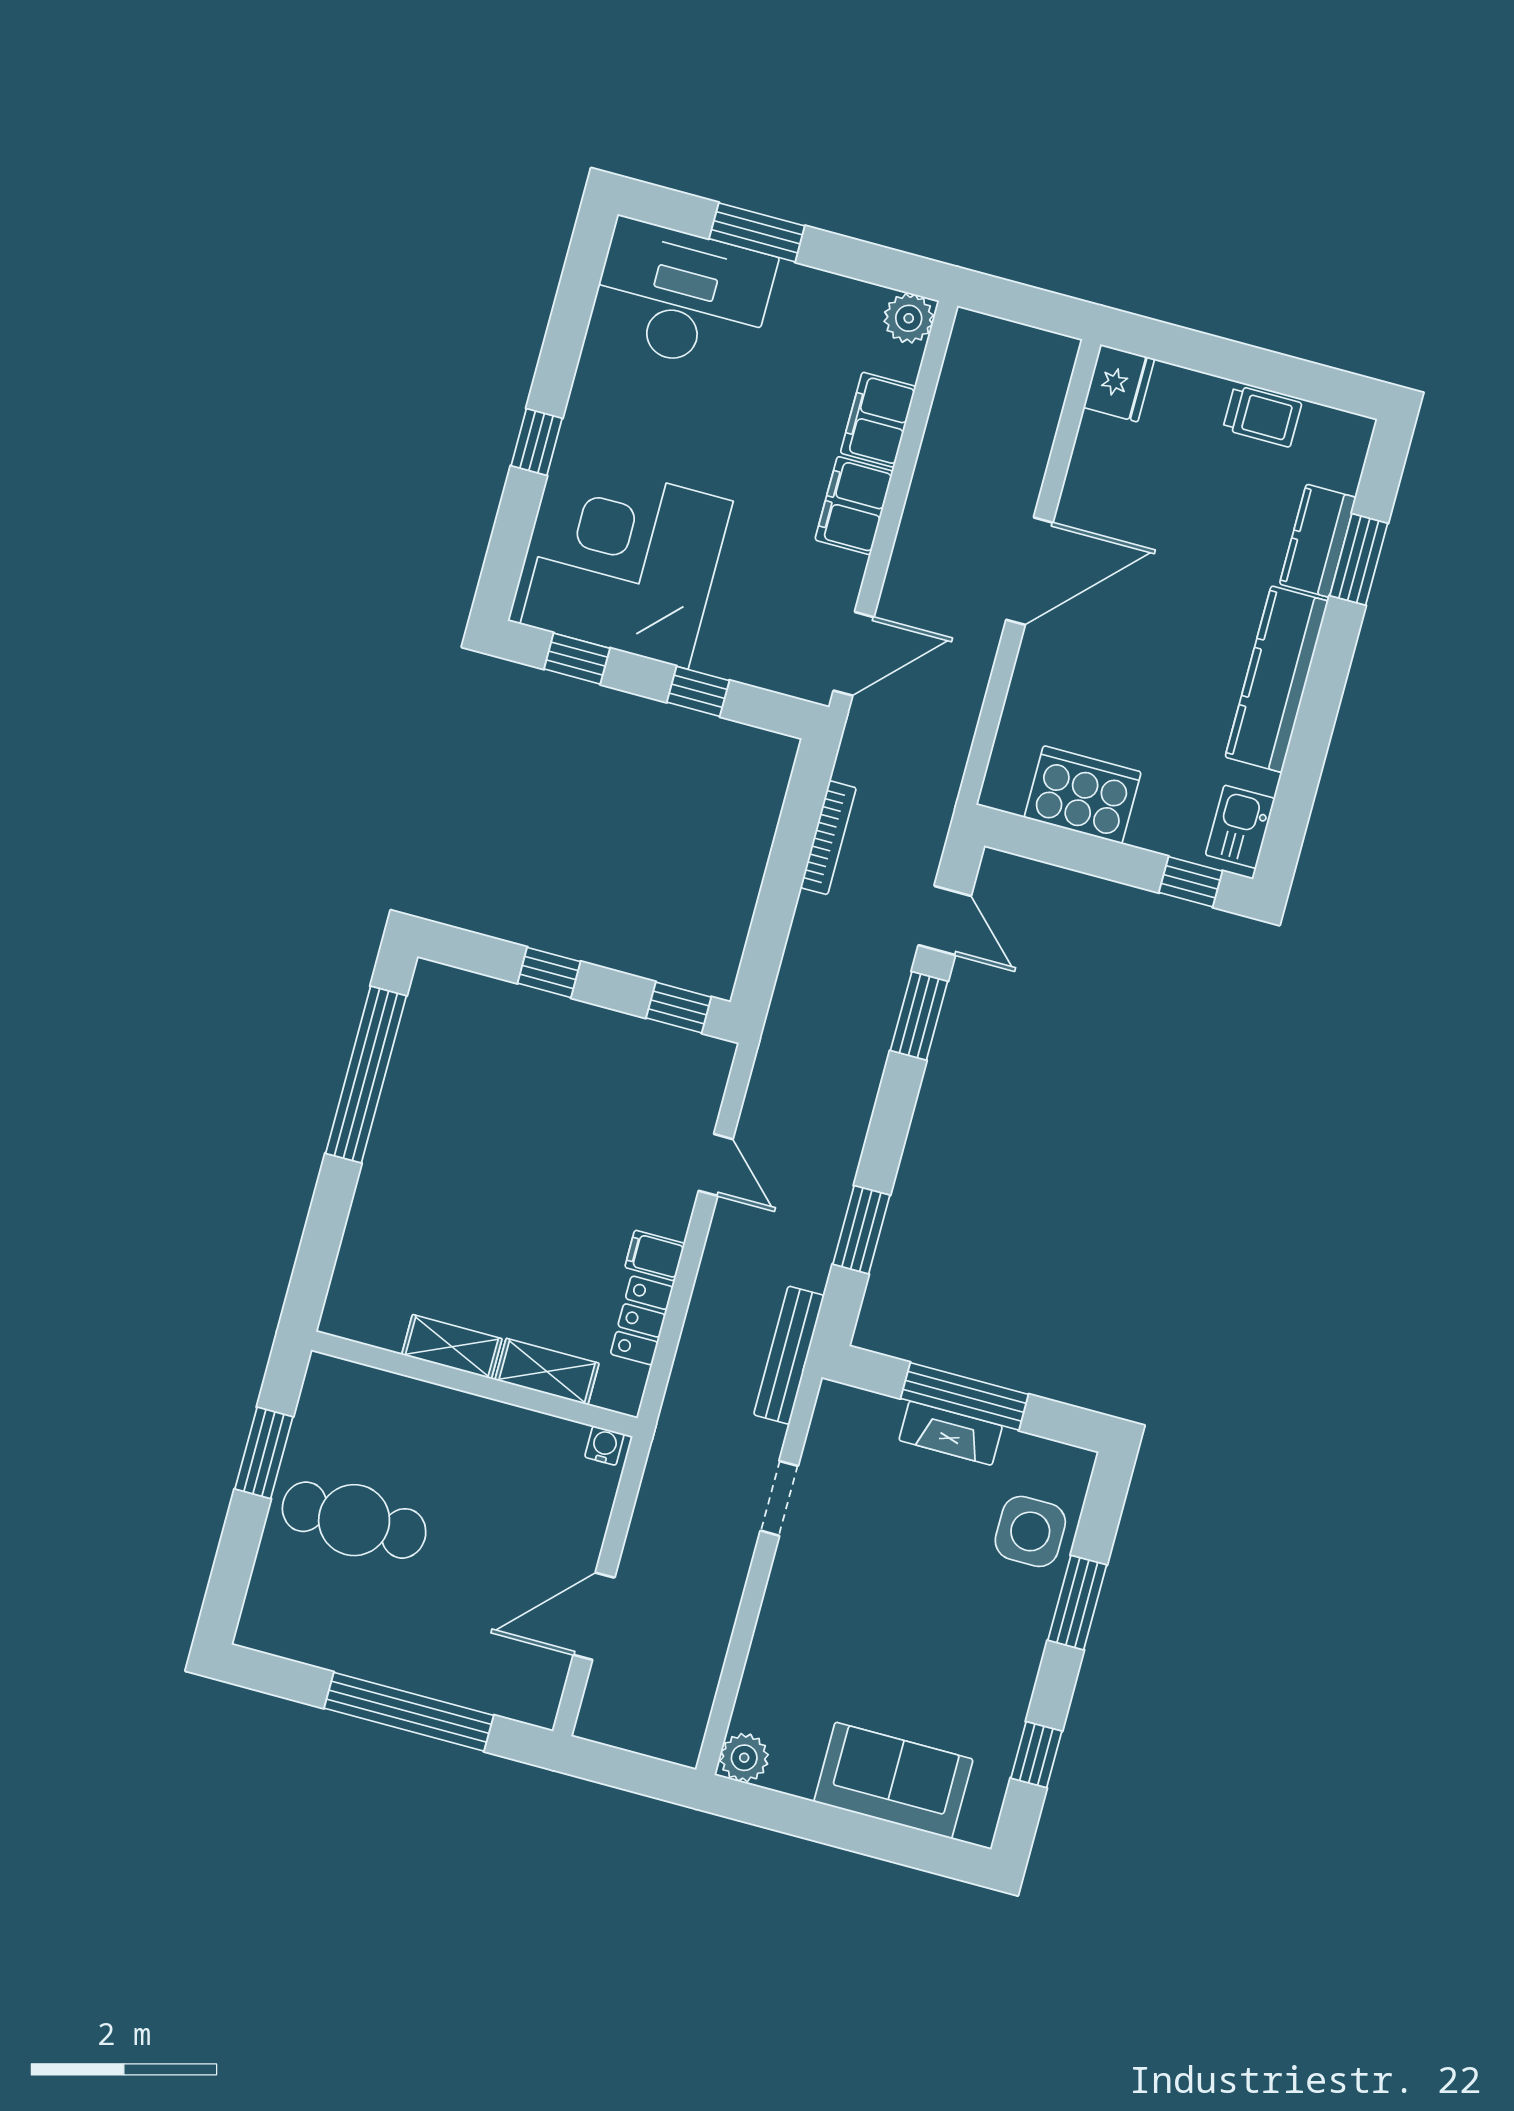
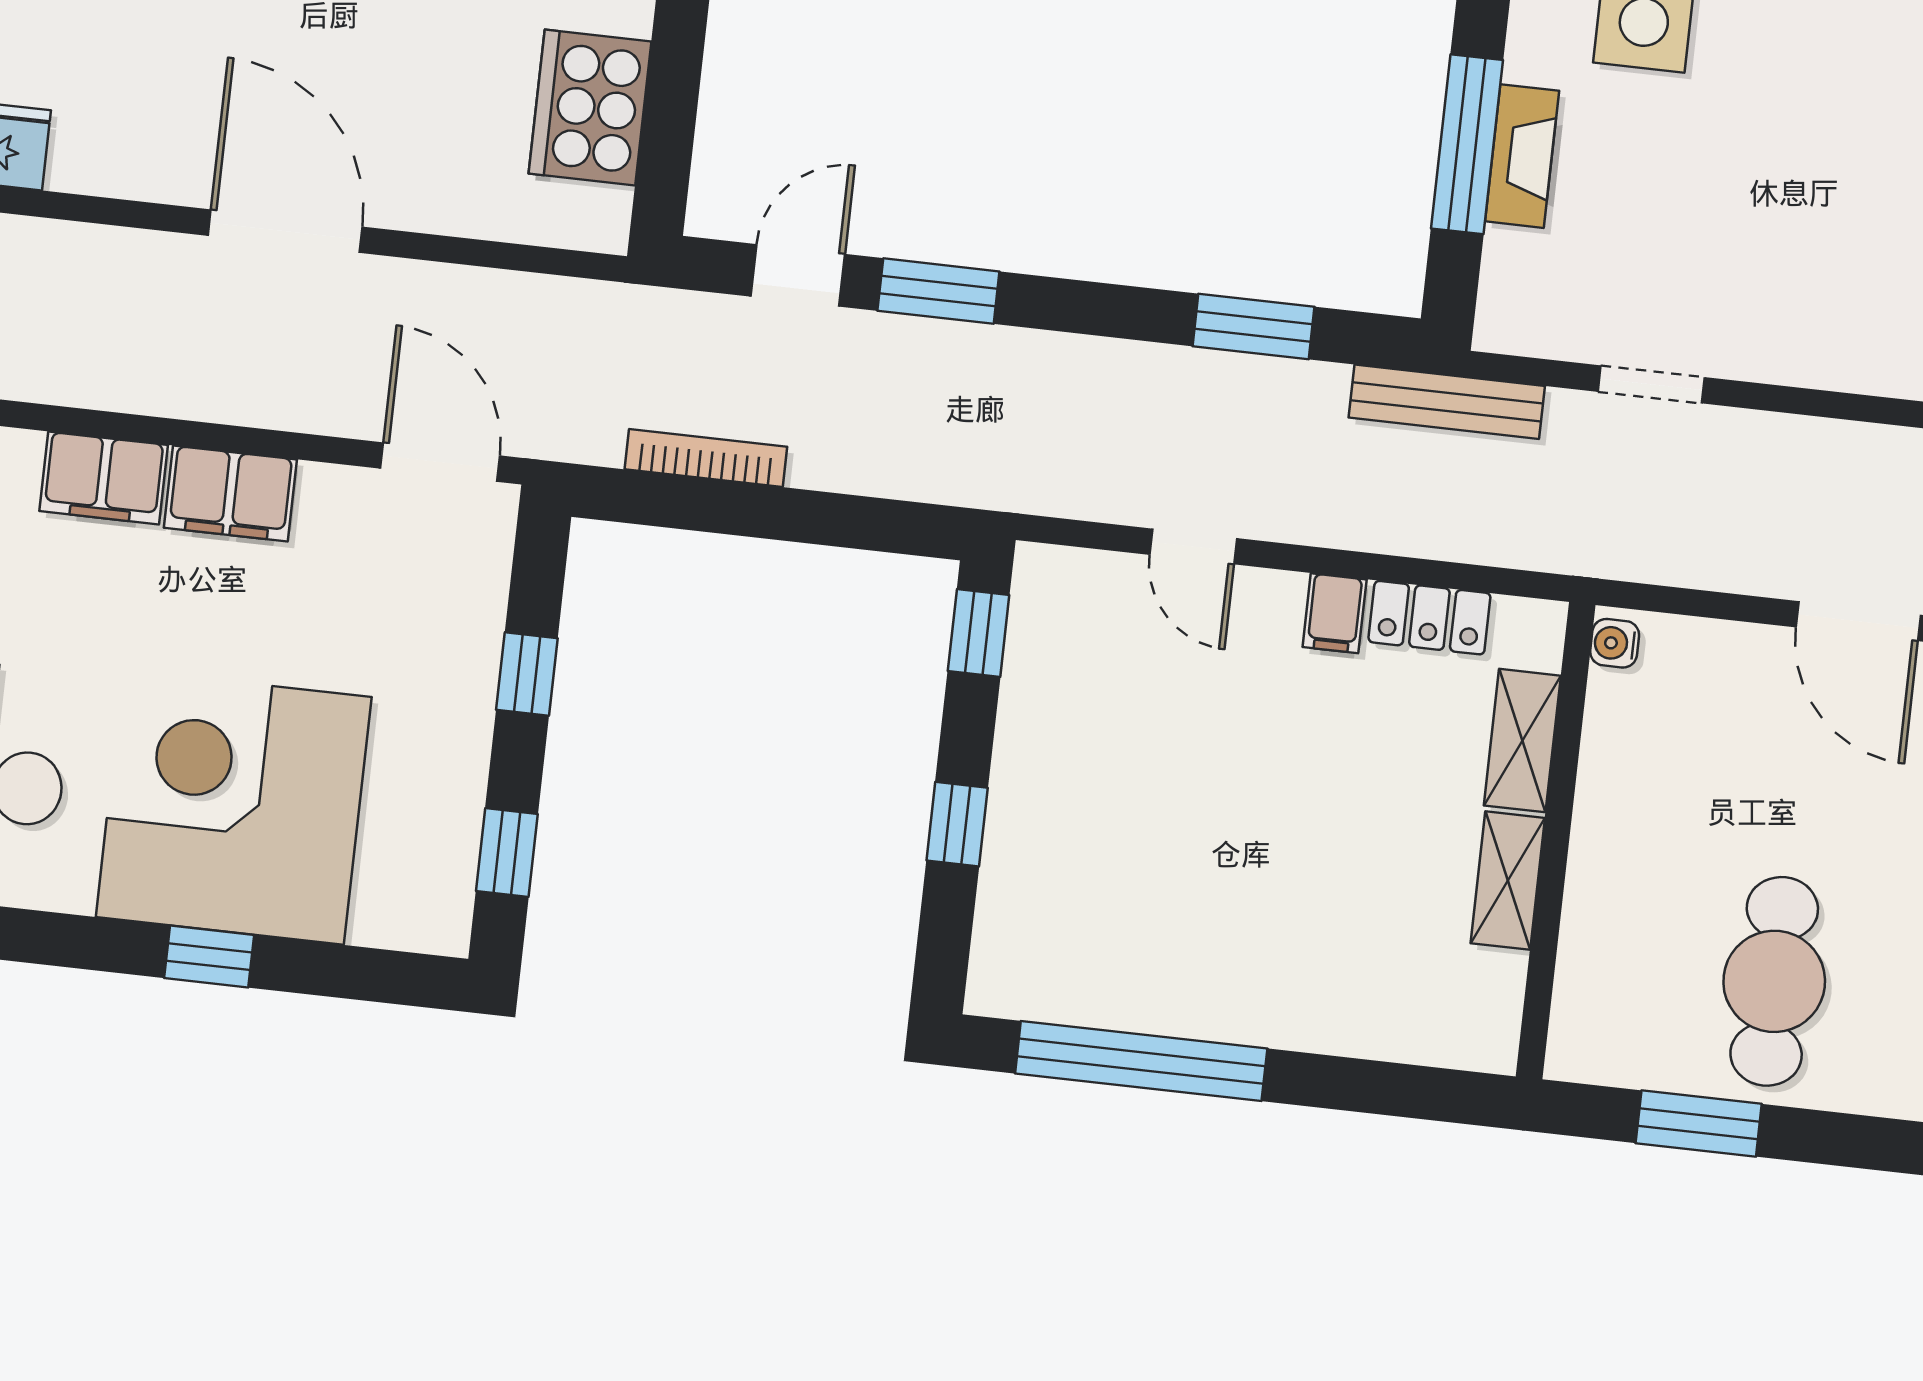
corner desk: (627, 563) -> (234, 807), moved, turned 90
door: (716, 1165) -> (1193, 547), swing flipped

